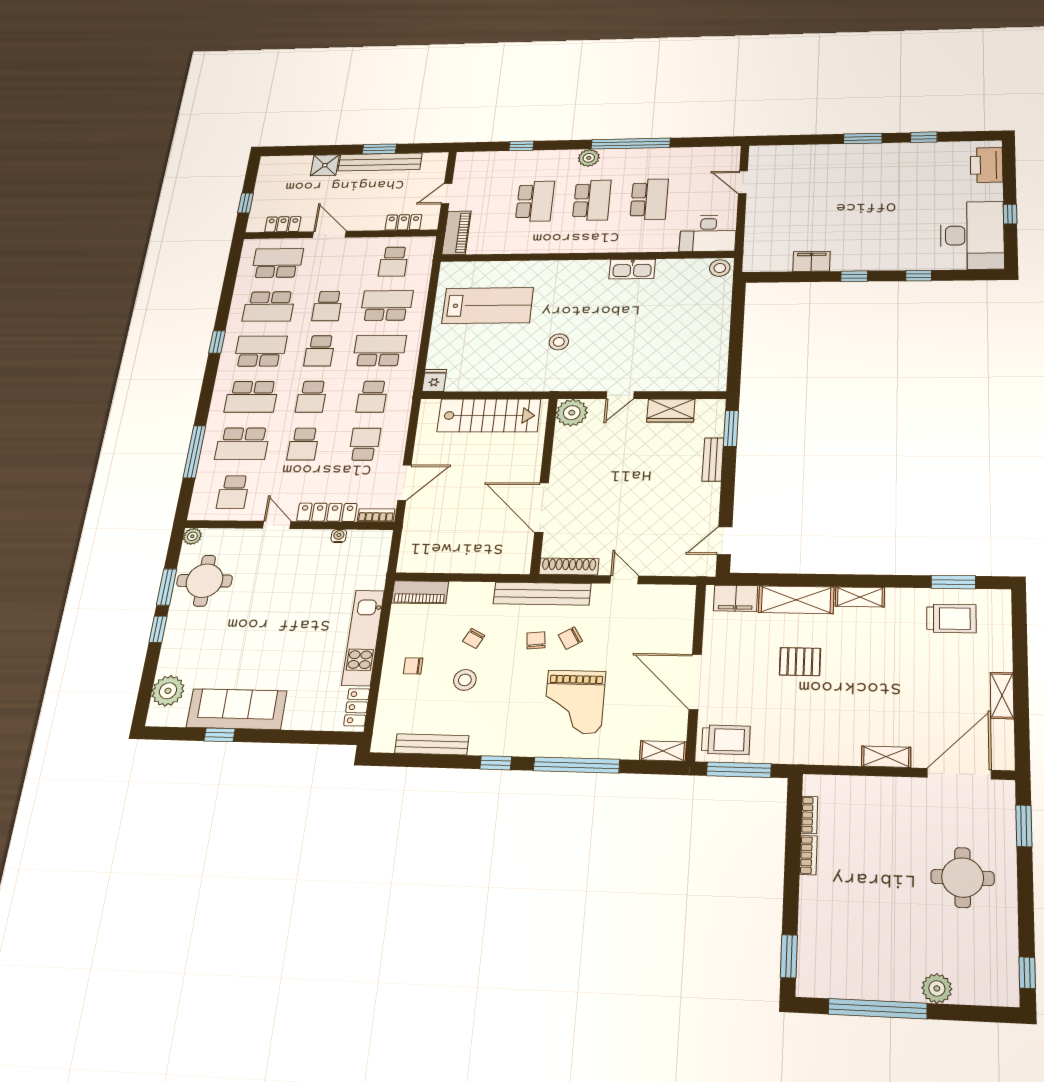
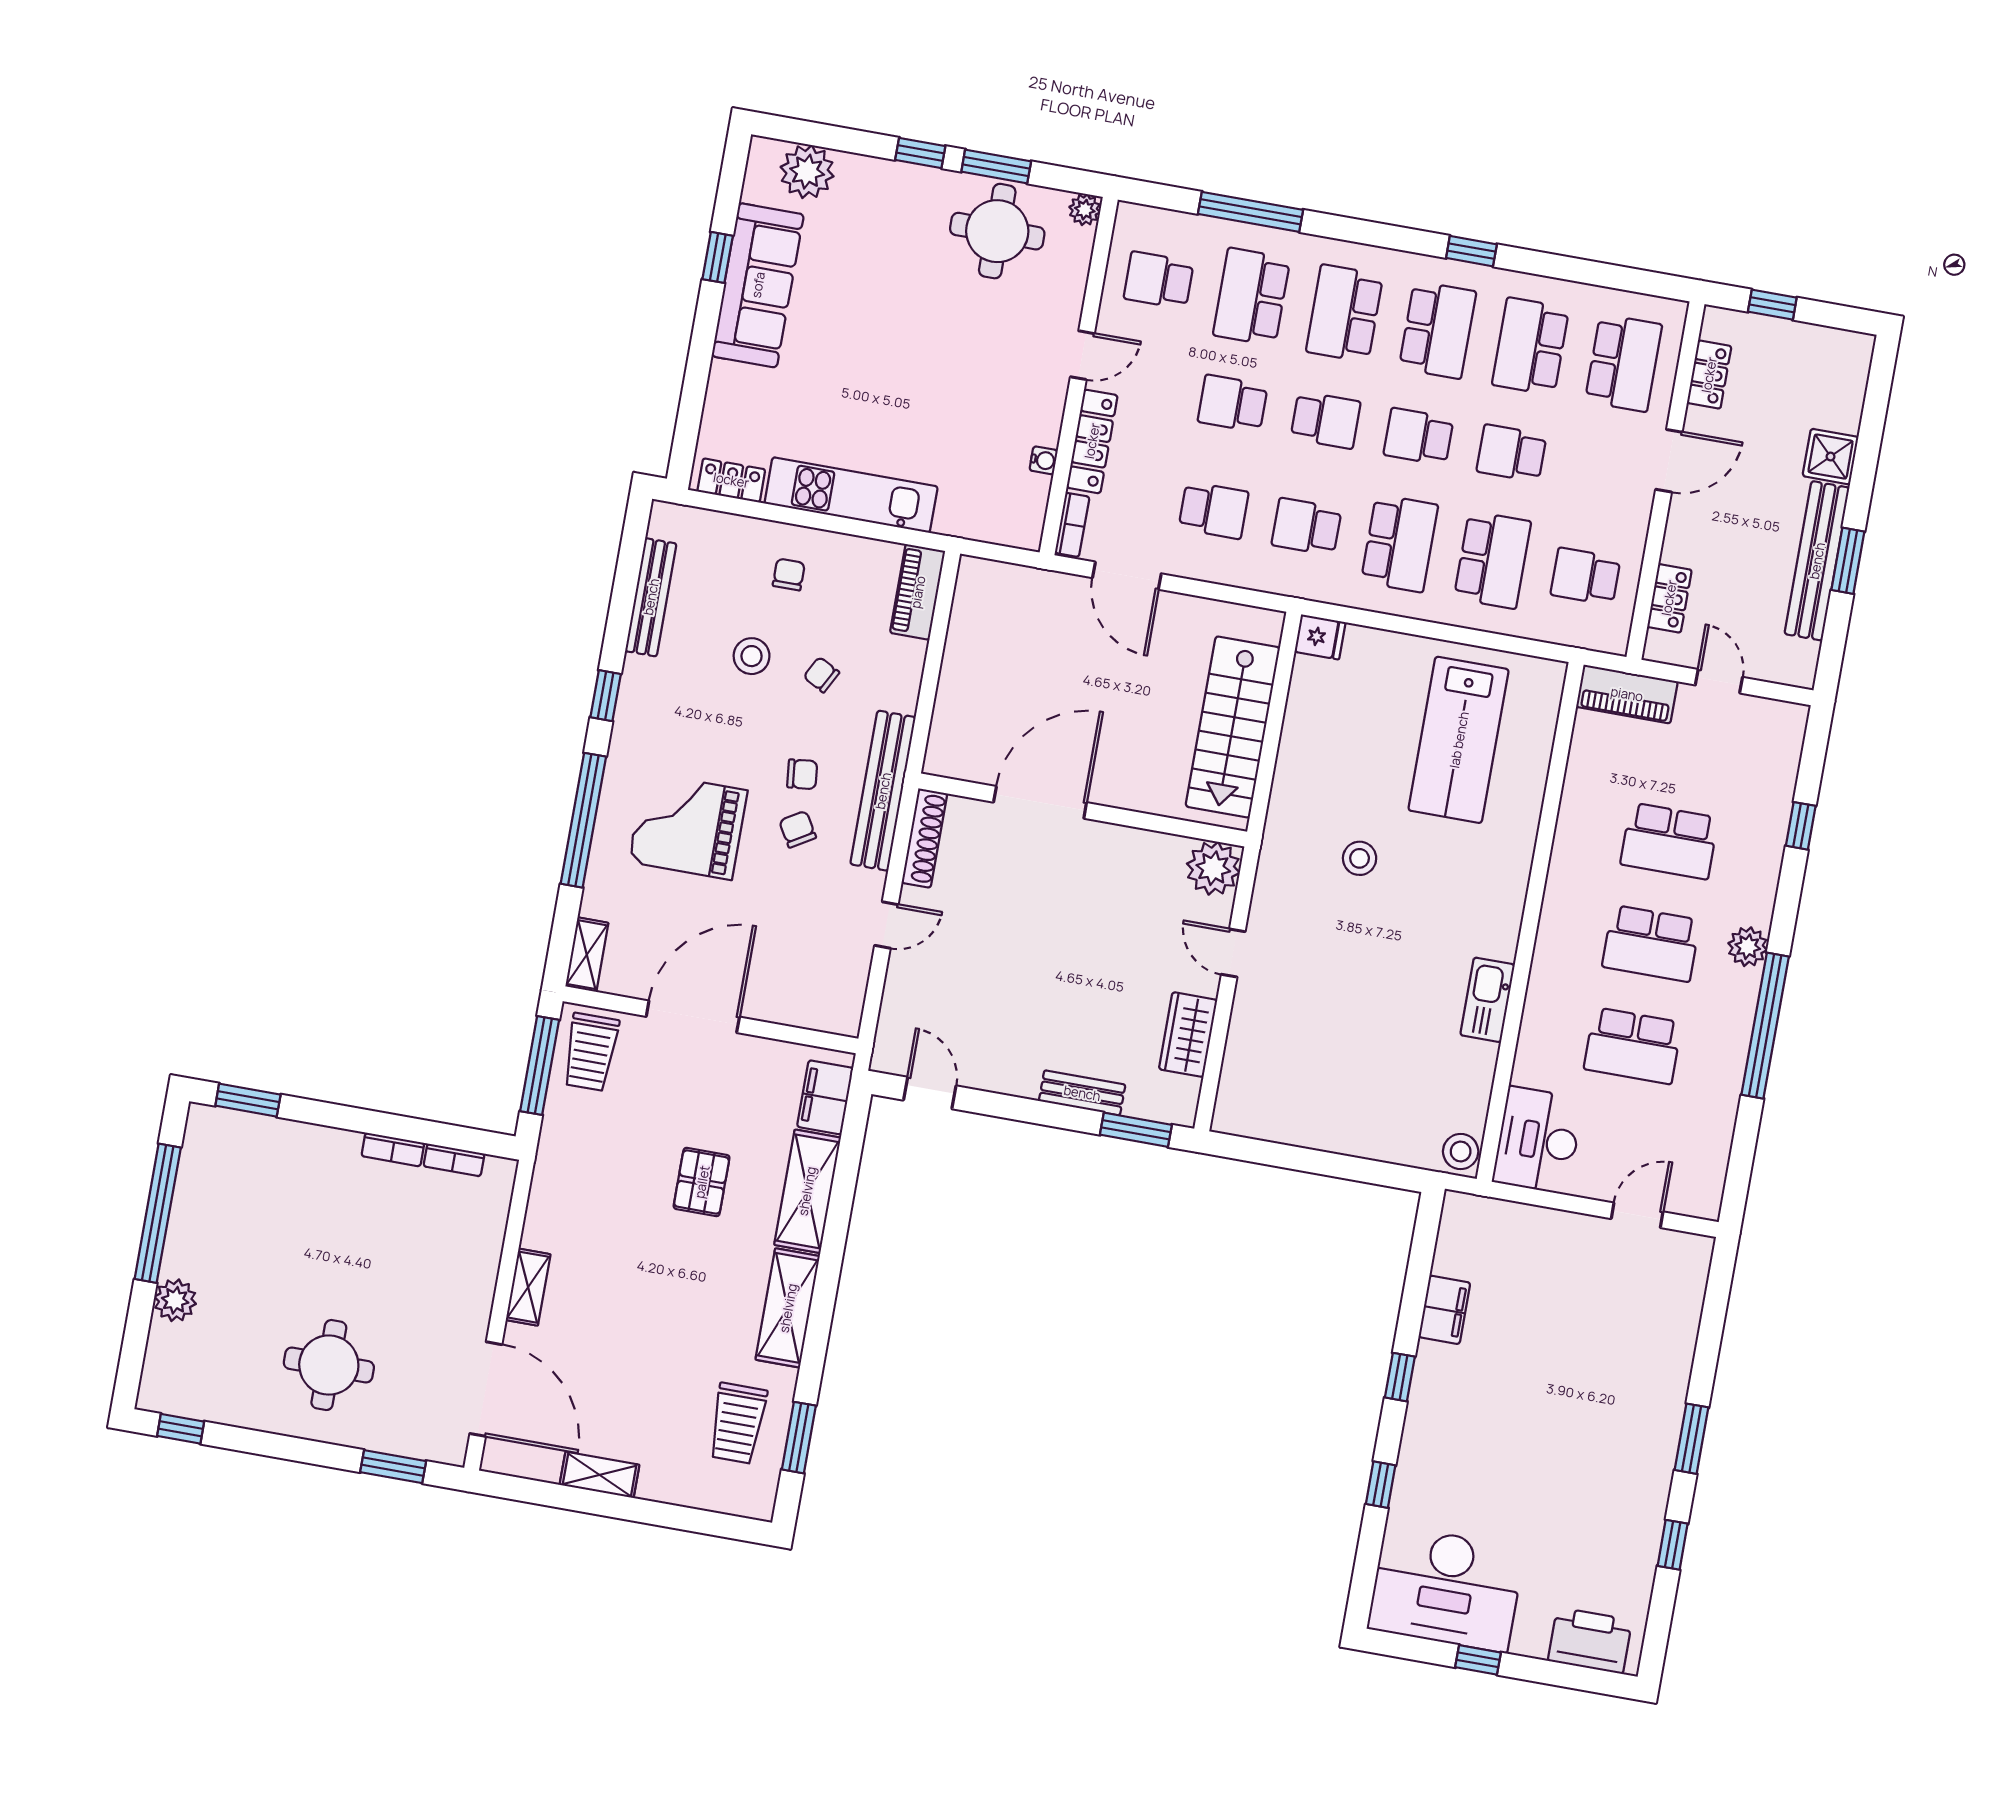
school desk: (311, 397) -> (1326, 420), turned 180
shelving: (860, 597) -> (788, 1308), width x1.50, depth x1.33

